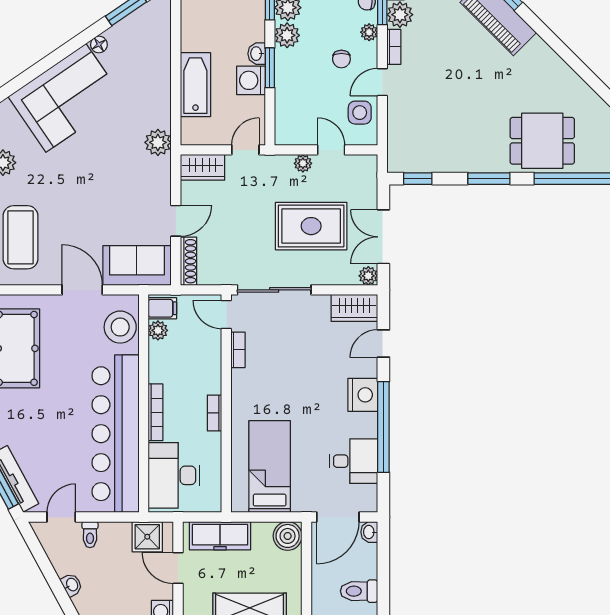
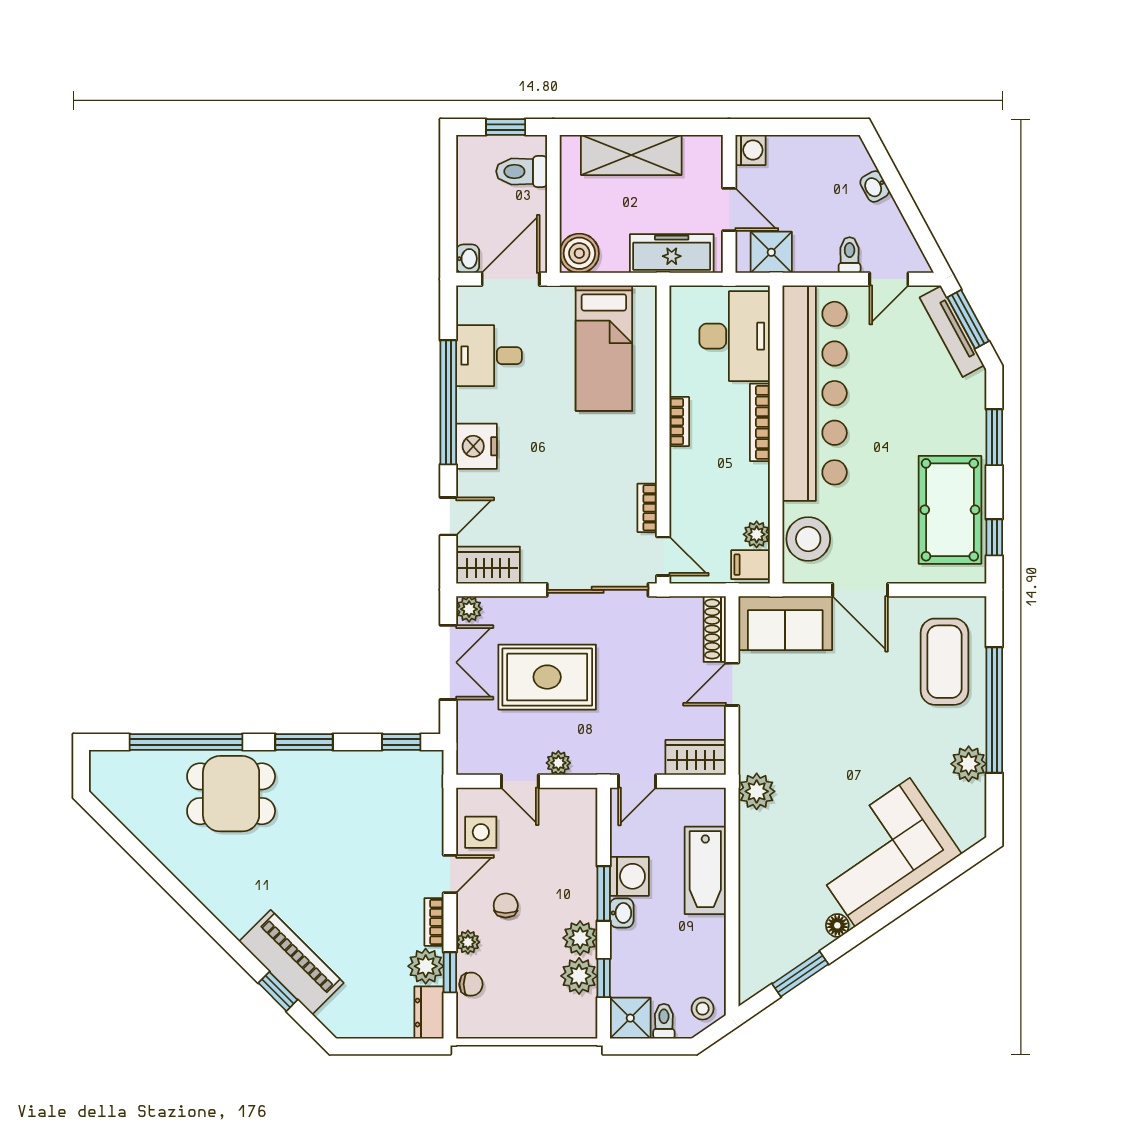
toilet: (359, 591) -> (522, 171), moved, turned 180

